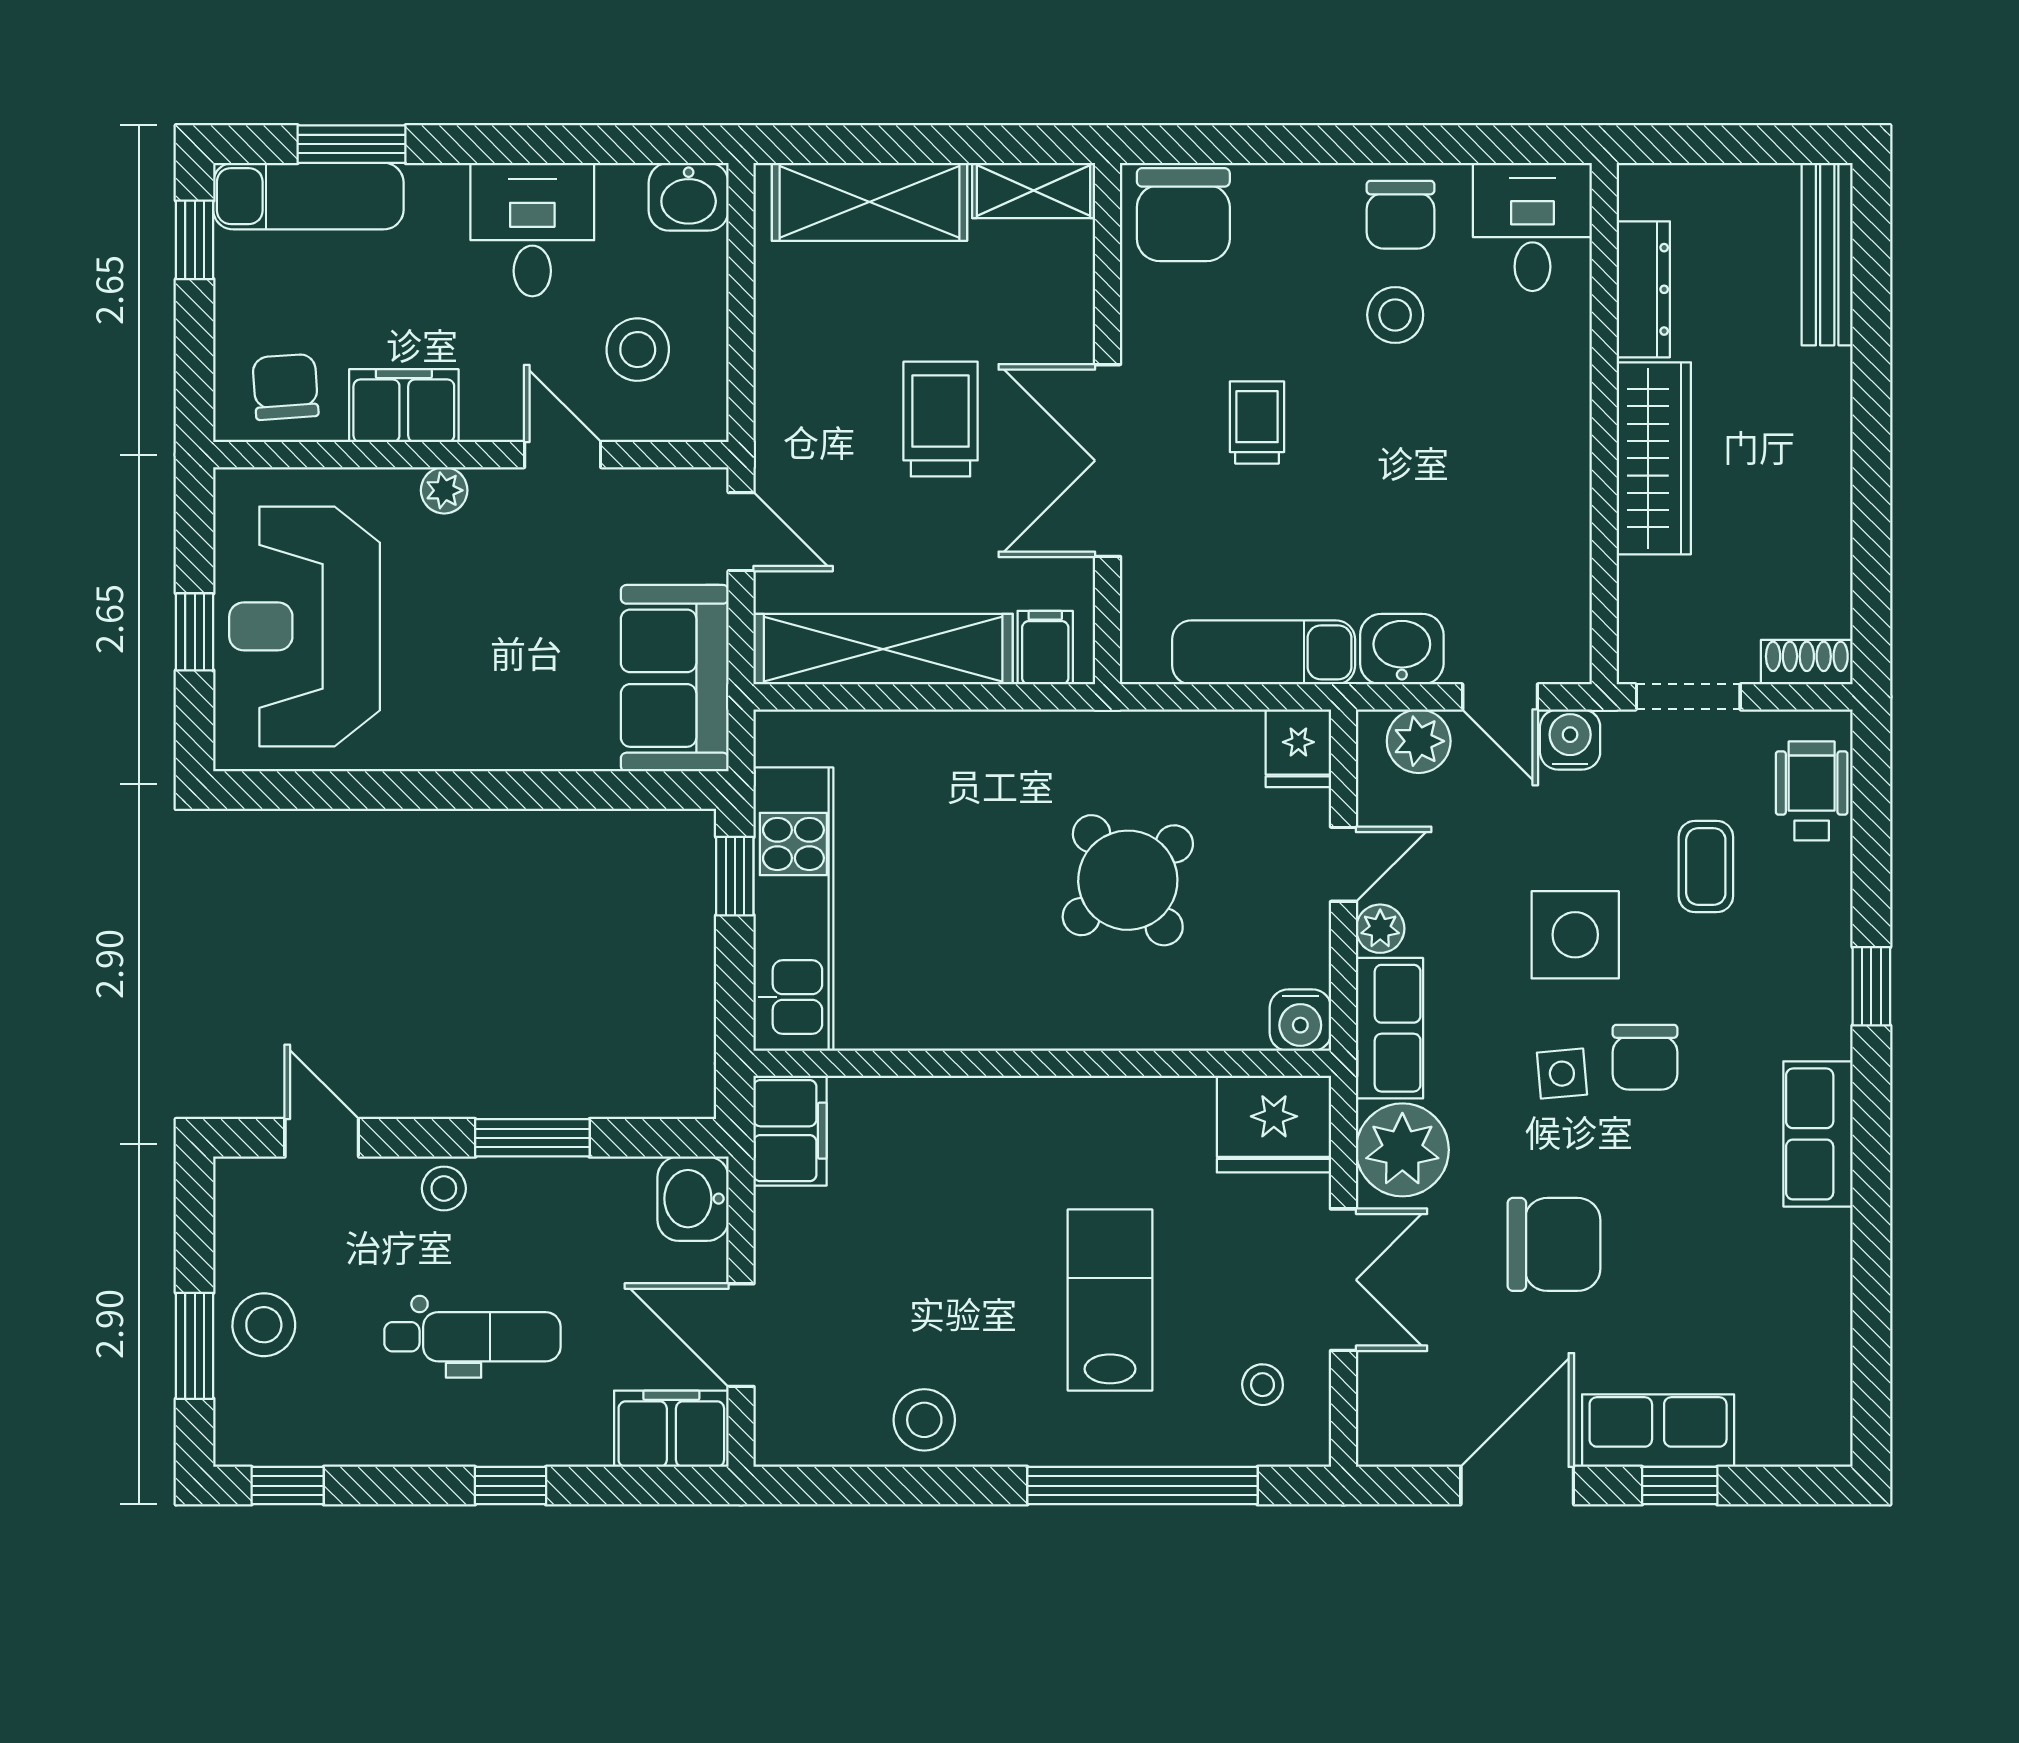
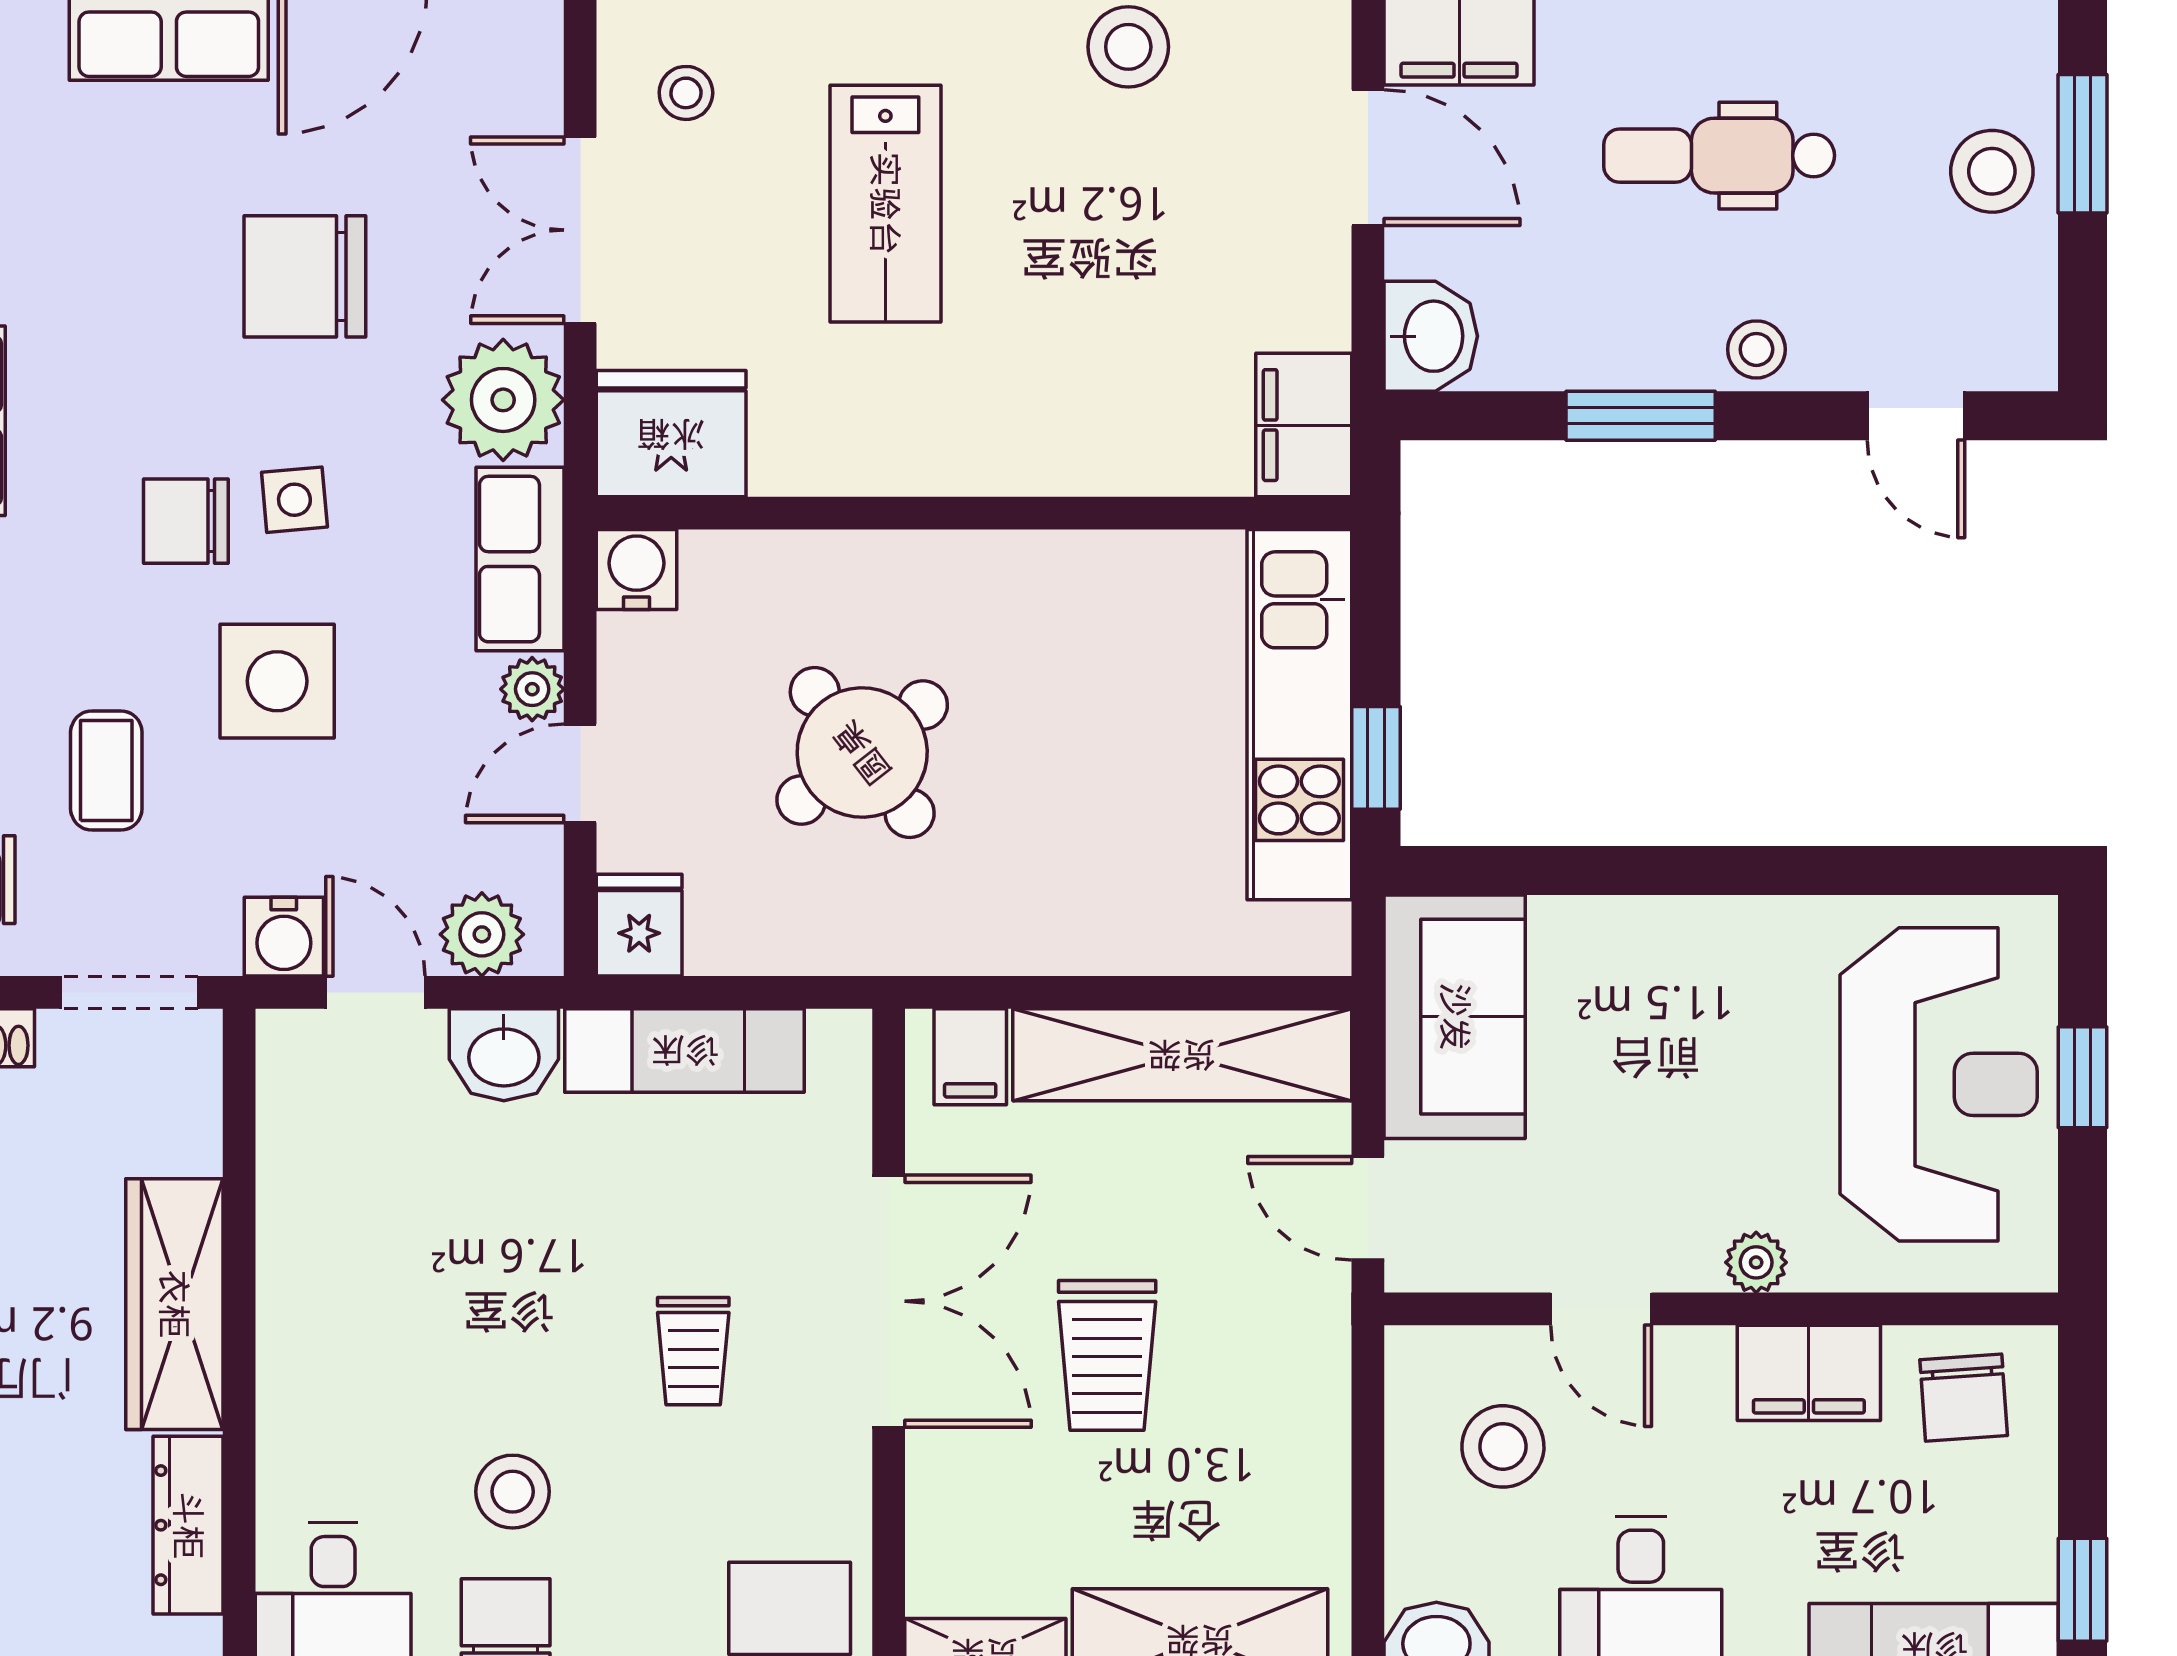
chair: (1645, 1057) -> (186, 521), turned -90

